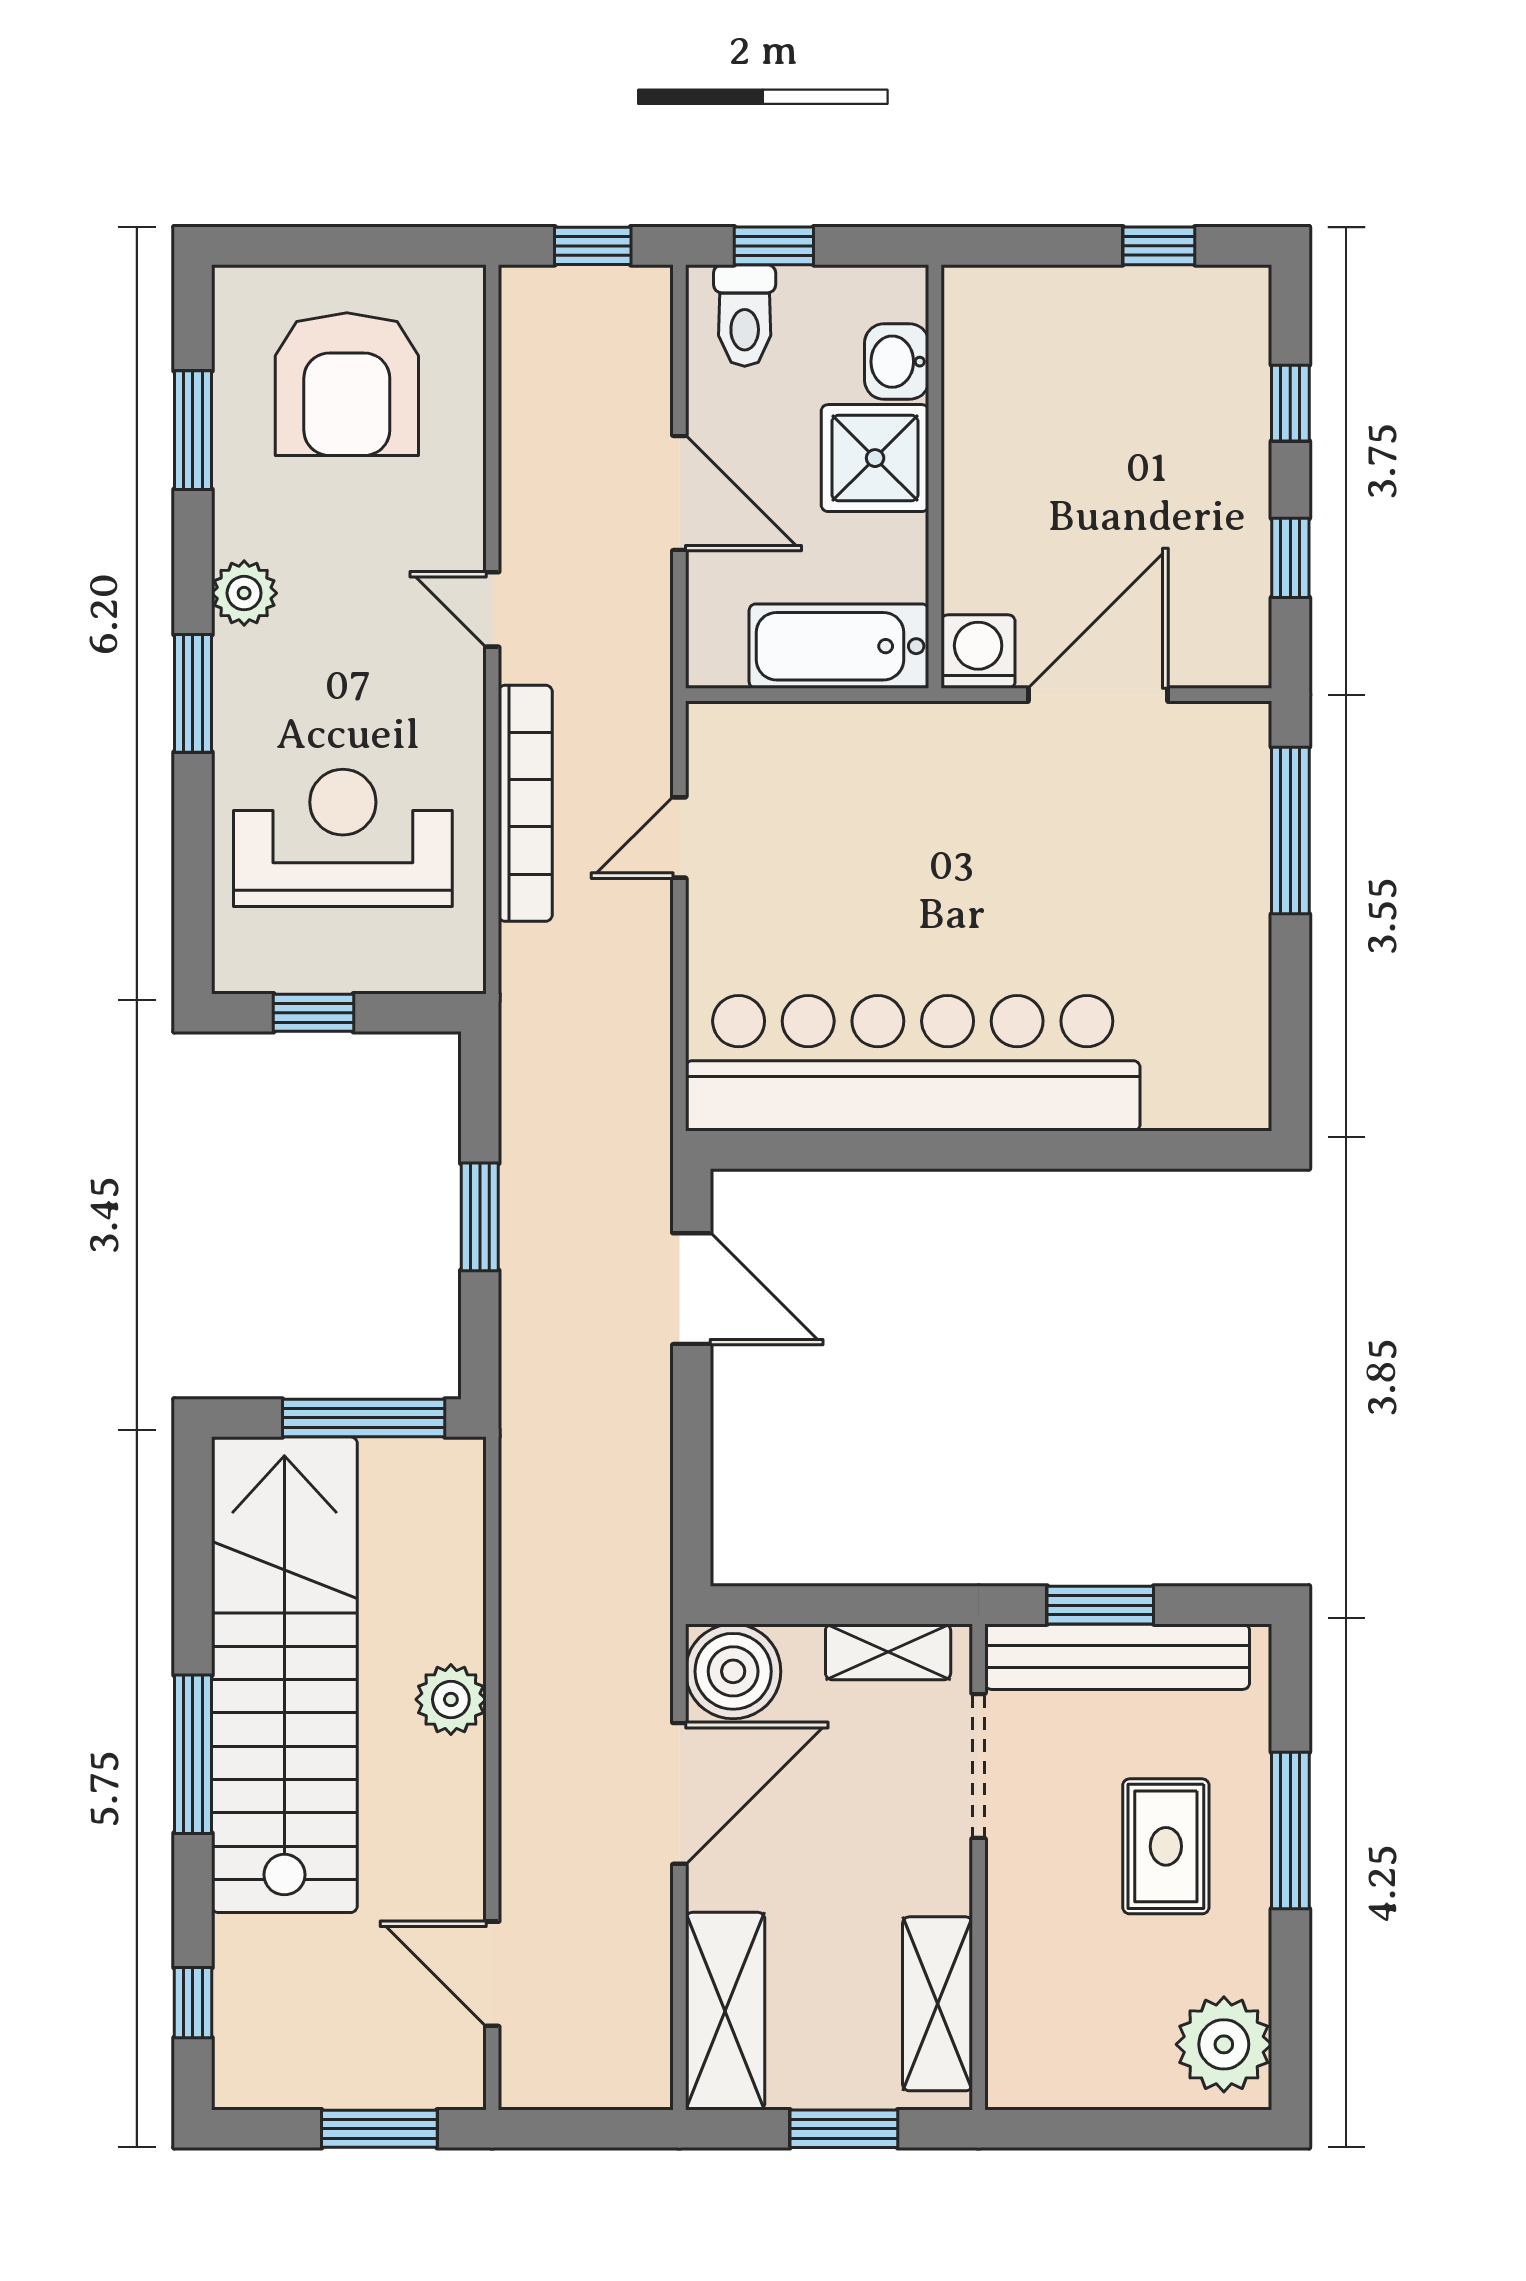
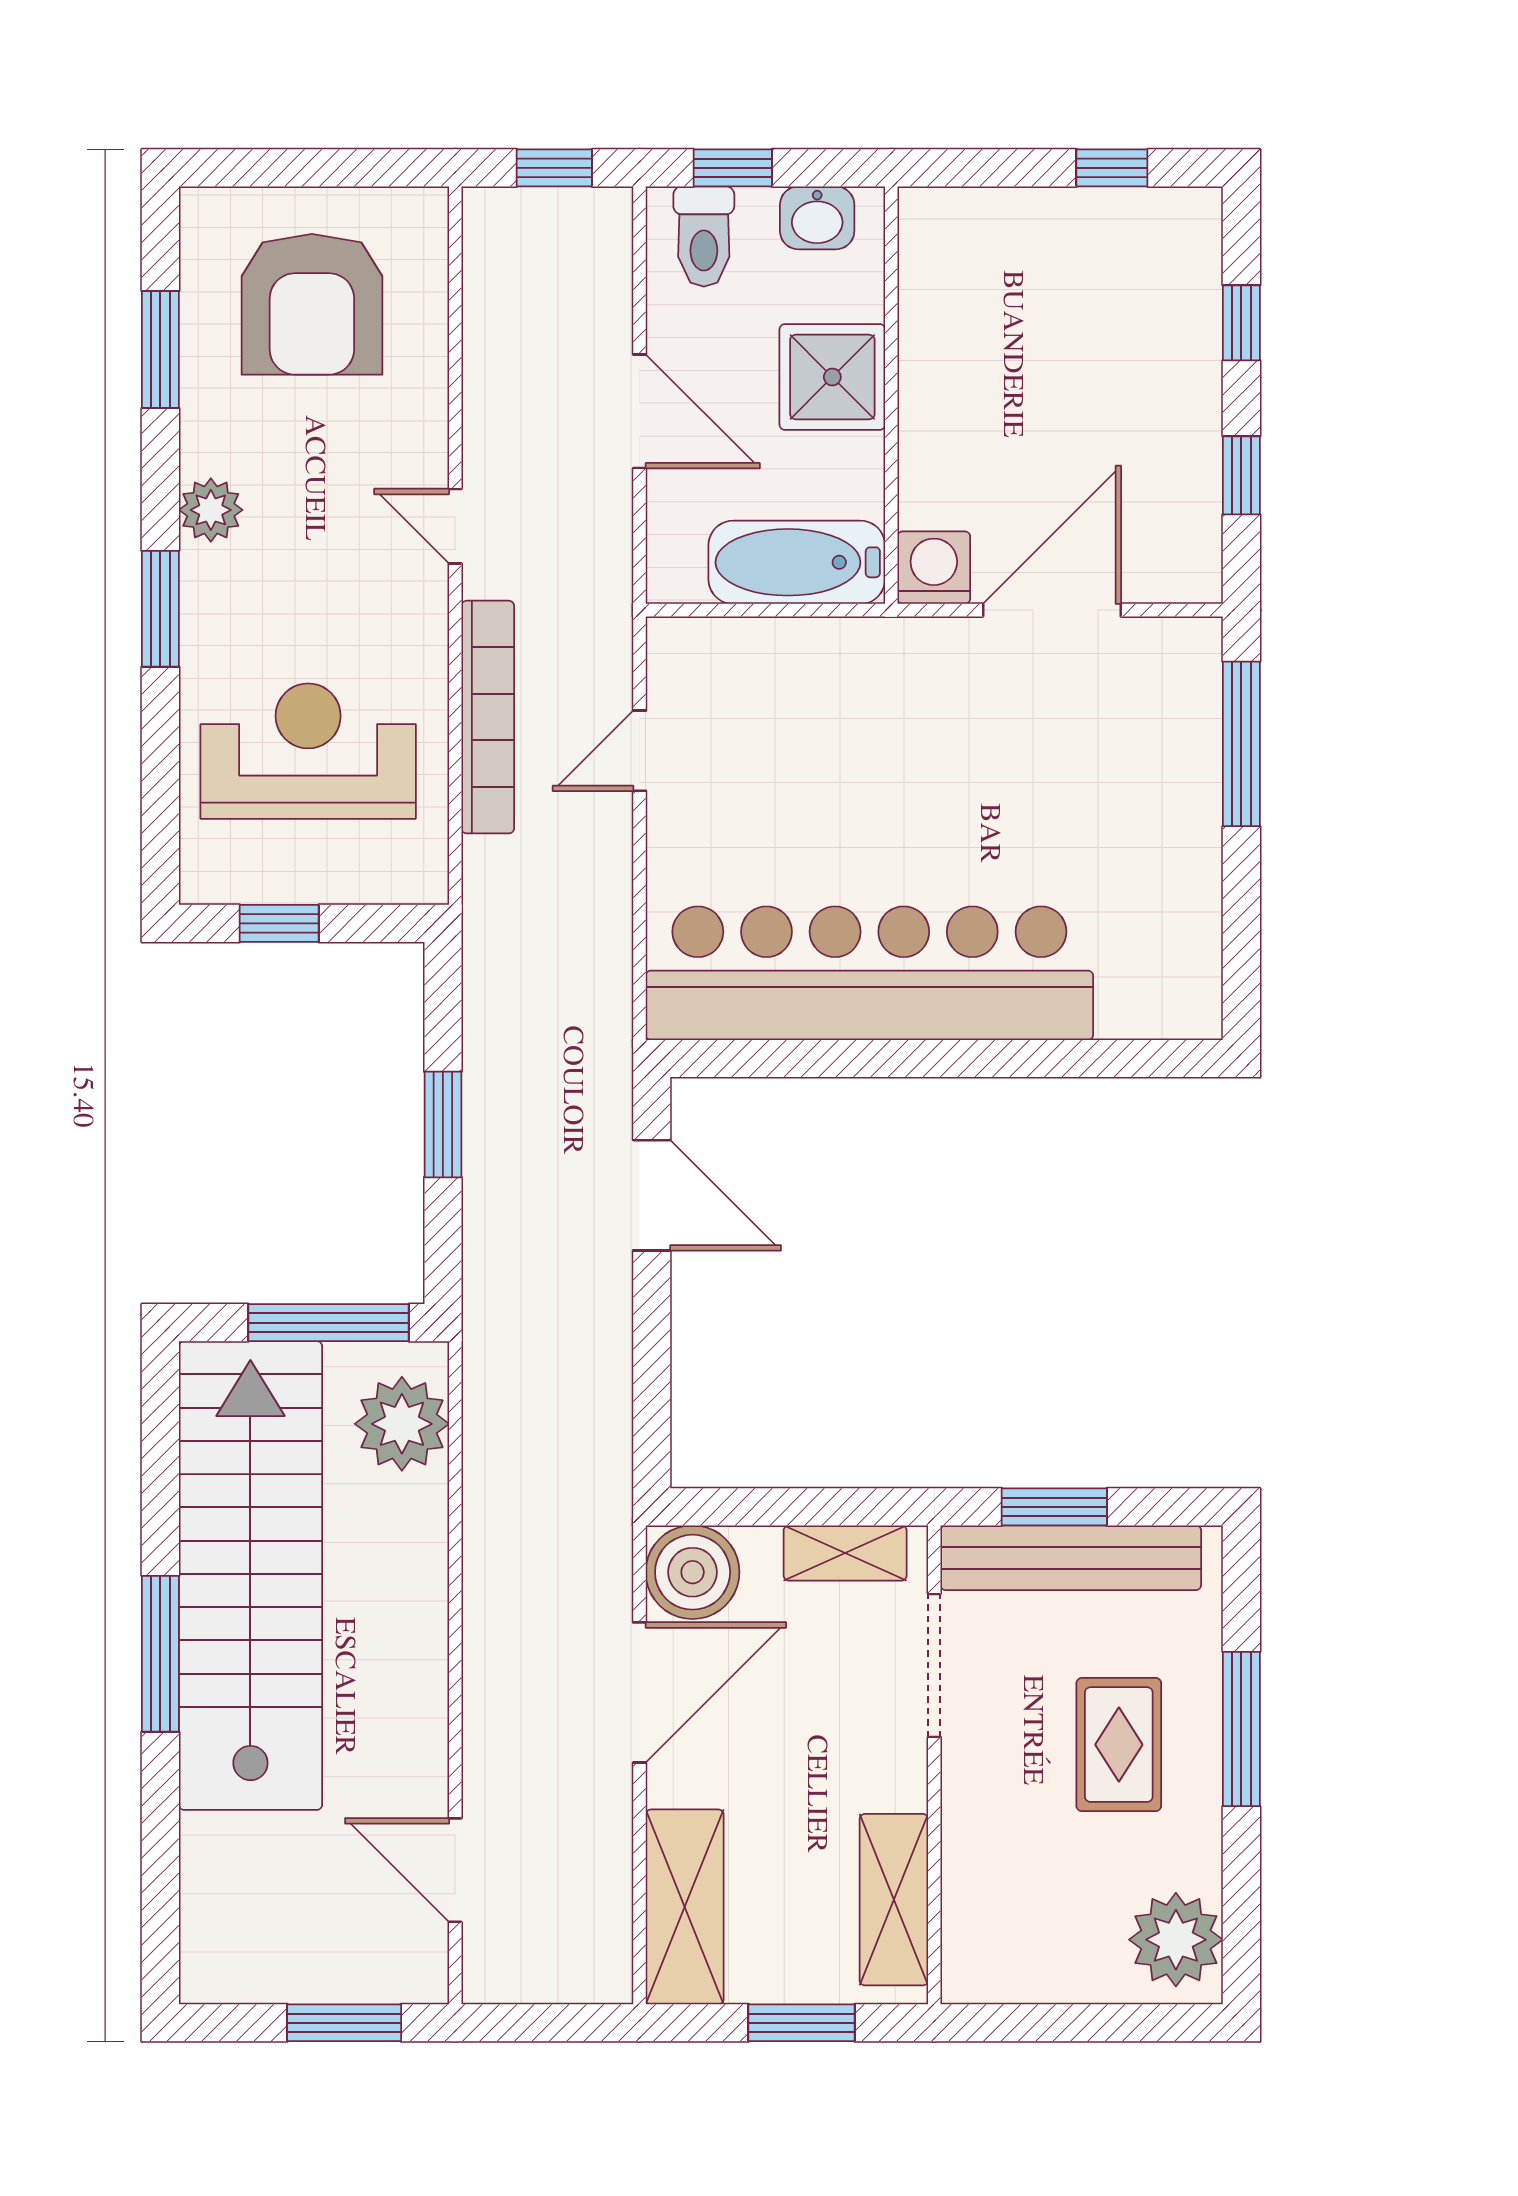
washbasin: (897, 362) -> (817, 218), moved, turned -90
plant: (451, 1699) -> (402, 1424), moved, width x1.36, depth x1.36
window: (193, 2003) -> (160, 1898), removed

